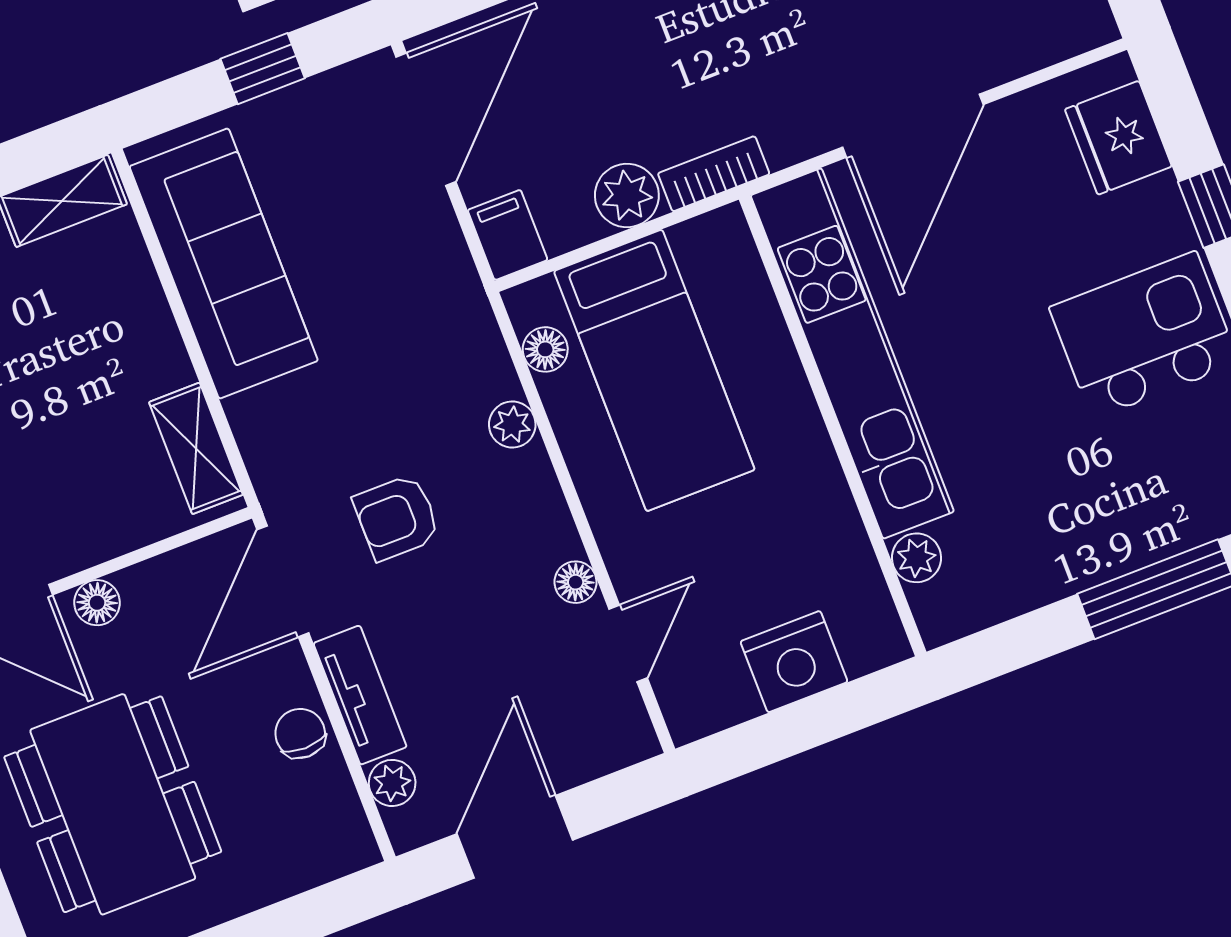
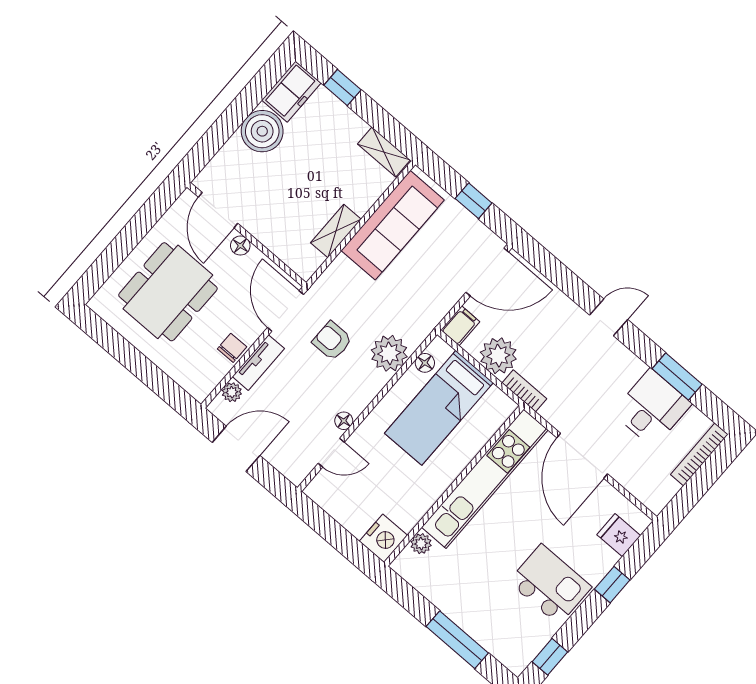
door: (913, 126) -> (582, 456), hinge flipped
fridge: (1118, 138) -> (619, 535), width x0.72
plant: (627, 195) -> (498, 356), width x1.36, depth x1.36
plant: (512, 425) -> (389, 353), width x1.88, depth x1.88
shelving: (196, 448) -> (336, 231), moved
door: (283, 581) -> (285, 311), hinge flipped
nightstand: (794, 662) -> (383, 538), moved, turned -90

